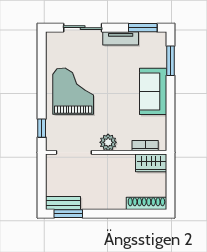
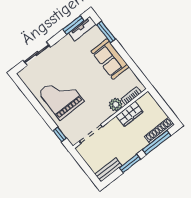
tv unit: (121, 38) -> (82, 29), moved
plant: (108, 142) -> (116, 105), moved
wardrobe: (151, 163) -> (130, 114), moved
window: (68, 214) -> (130, 163), moved
window: (134, 214) -> (157, 143), added

